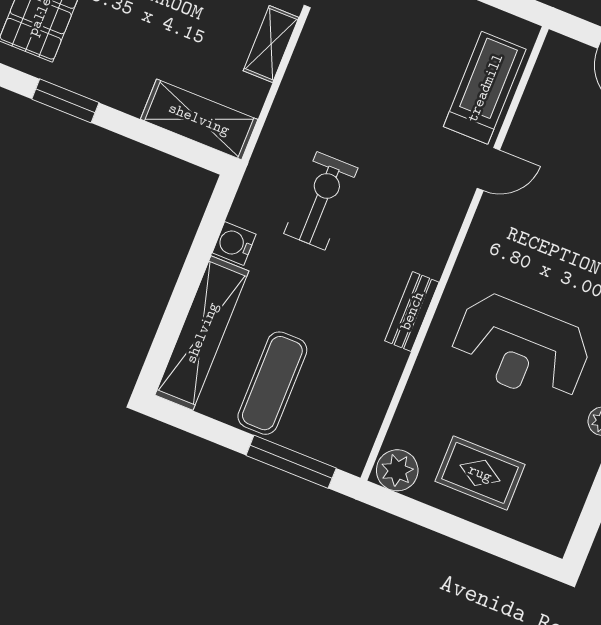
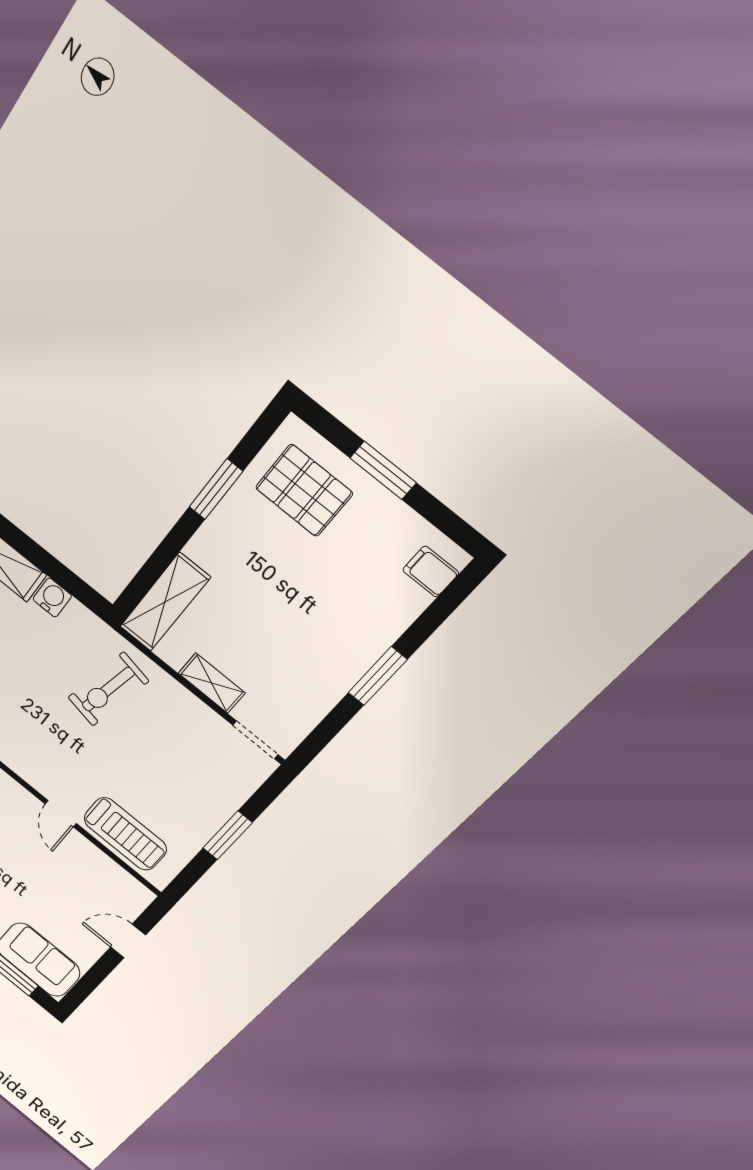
exercise bike: (321, 201) -> (108, 689), moved, turned 101

